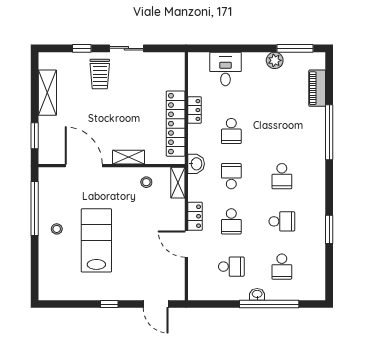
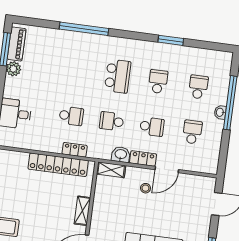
piano: (317, 88) -> (17, 44), moved, turned -90
locker: (195, 110) -> (75, 150), moved
washbasin: (196, 164) -> (121, 155), moved
school desk: (282, 176) -> (118, 76), width x1.85
stool: (146, 182) -> (145, 188), moved
school desk: (282, 267) -> (198, 87), turned -90

